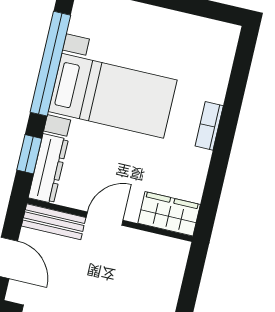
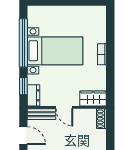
dresser: (48, 169) -> (34, 95), width x0.70
door: (105, 219) -> (64, 107), swing flipped
shoe rack: (177, 260) -> (101, 119), added

